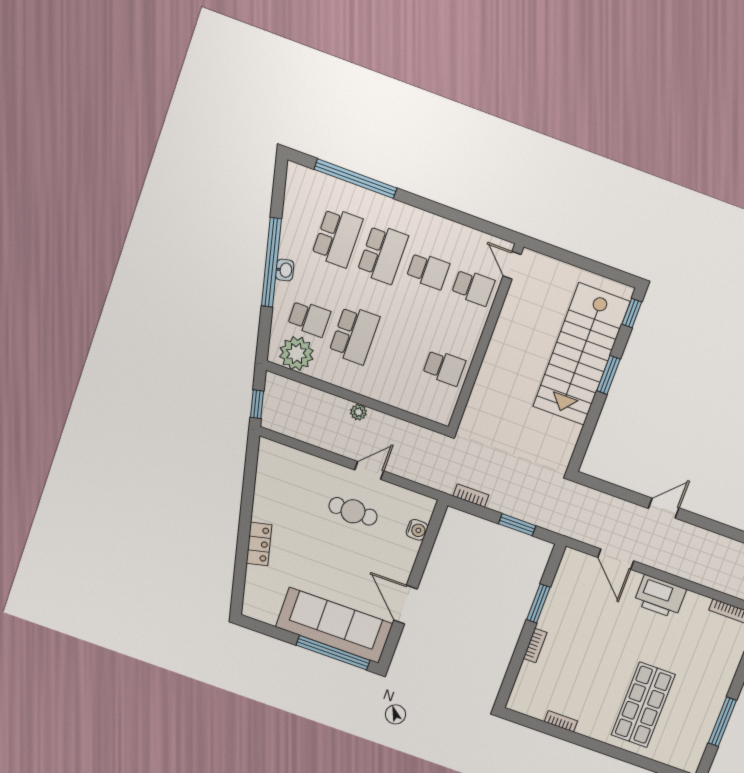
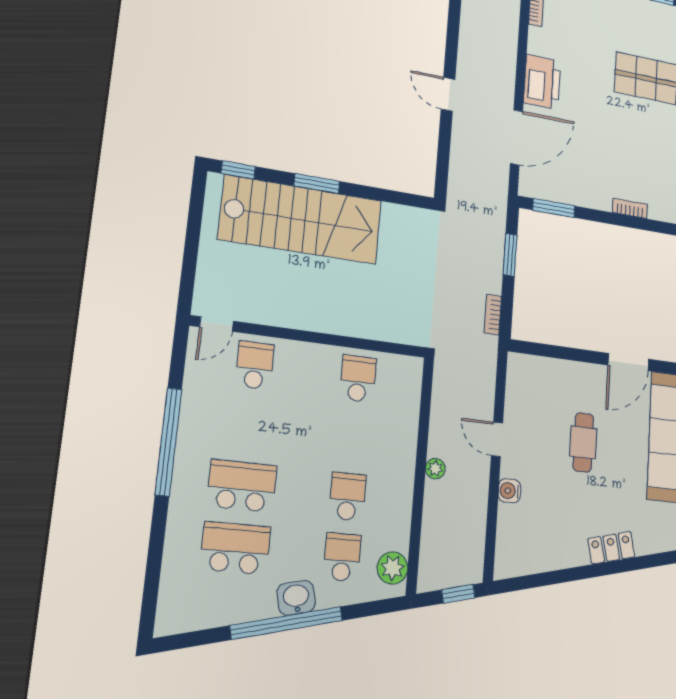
window: (355, 179) -> (168, 442), moved
washbasin: (285, 270) -> (296, 598), width x1.38, depth x1.45
school desk: (428, 271) -> (248, 425), removed
school desk: (354, 335) -> (348, 496), width x0.54
plant: (296, 354) -> (393, 568), width x0.73, depth x0.73
cafe table: (353, 511) -> (583, 442), moved
water cooler: (417, 530) -> (509, 491), moved, turned -90
door: (616, 559) -> (517, 137), width x1.36
window: (538, 603) -> (554, 208), moved

